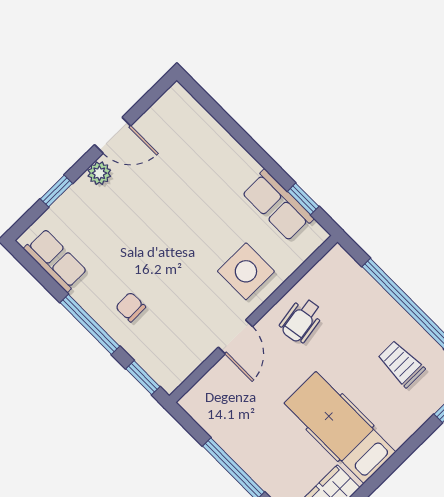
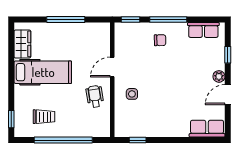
row of seats: (278, 205) -> (207, 129), moved
side table: (246, 271) -> (132, 94), width x0.54, depth x0.54
door: (235, 337) -> (112, 67), hinge flipped

